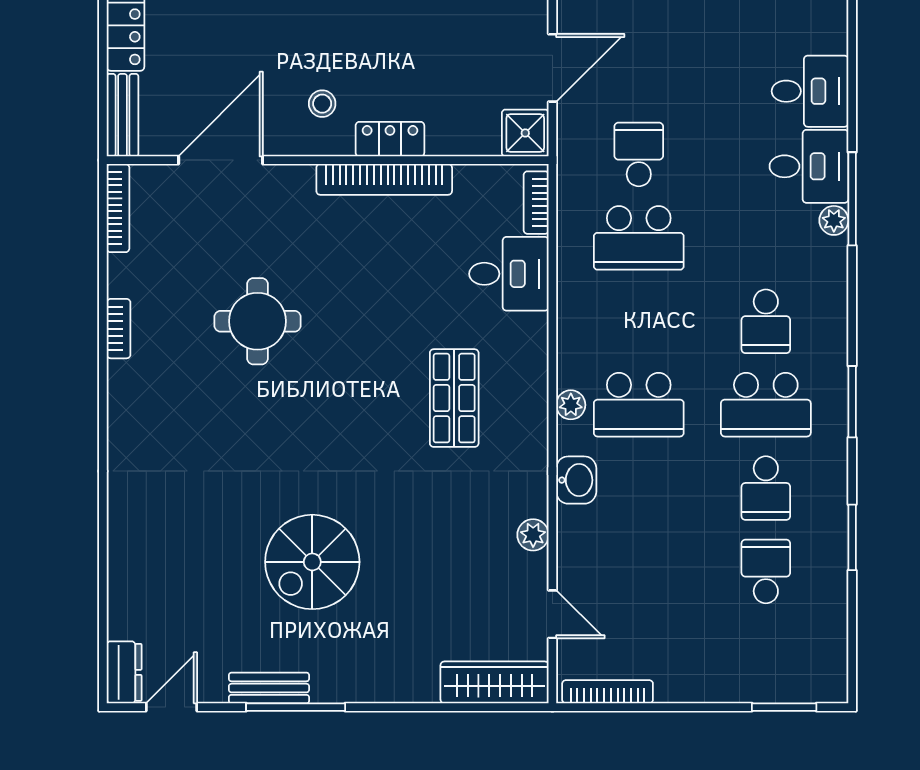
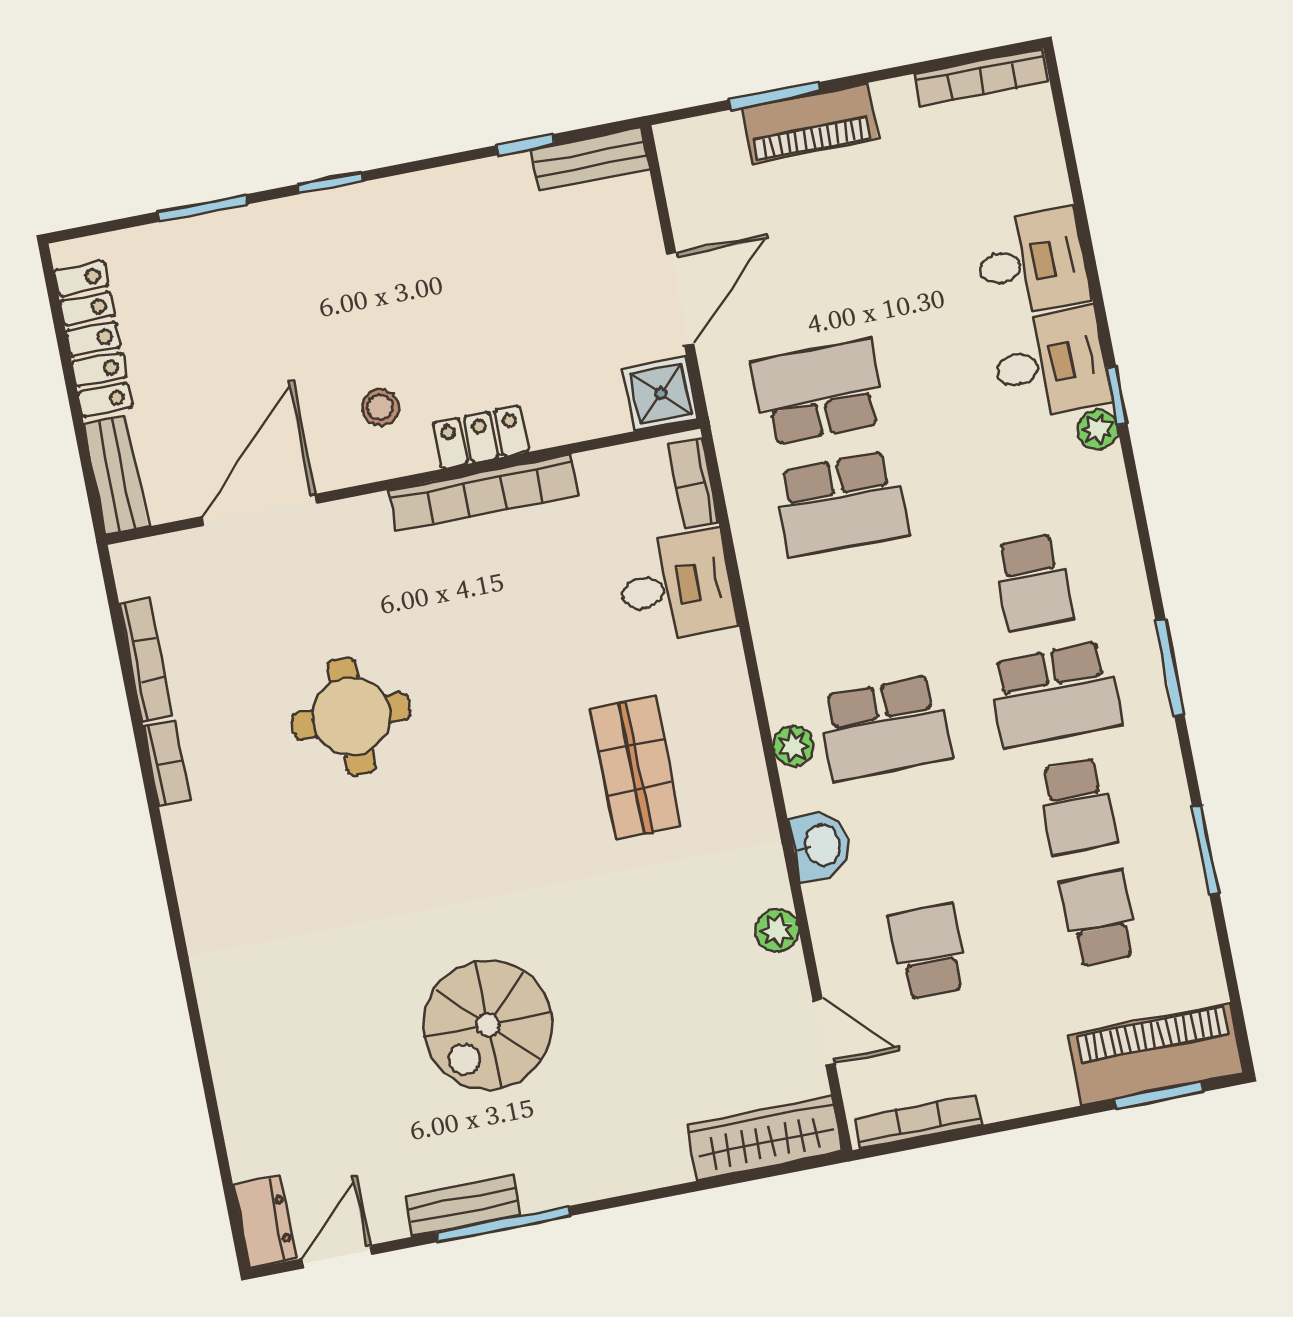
school desk: (639, 154) -> (819, 392), width x1.85
window: (852, 199) -> (1117, 396), width x0.46
bookcase: (118, 208) -> (146, 660), moved
school desk: (639, 571) -> (928, 952), added
piano: (788, 677) -> (1156, 1054), added

